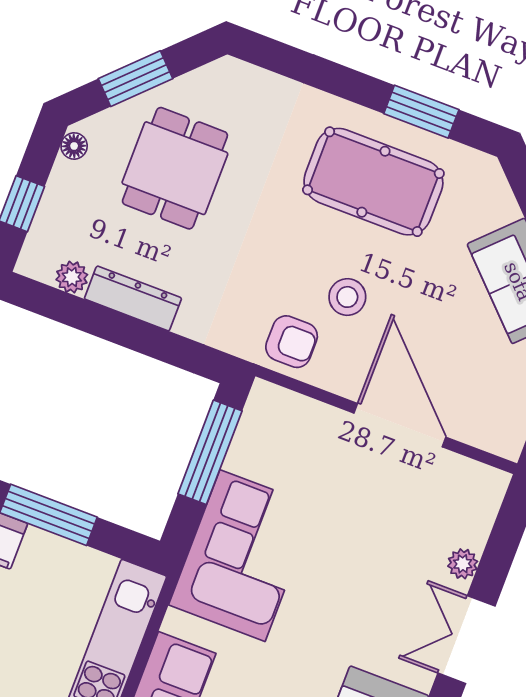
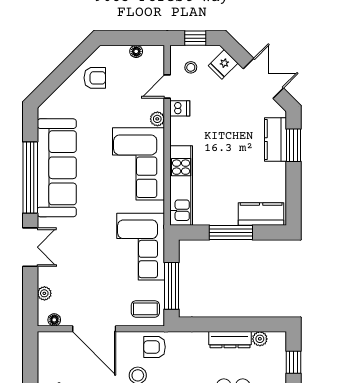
coffee table: (281, 426) -> (145, 309), added
floor lamp: (474, 474) -> (54, 320), added
plant: (463, 564) -> (44, 293), moved

